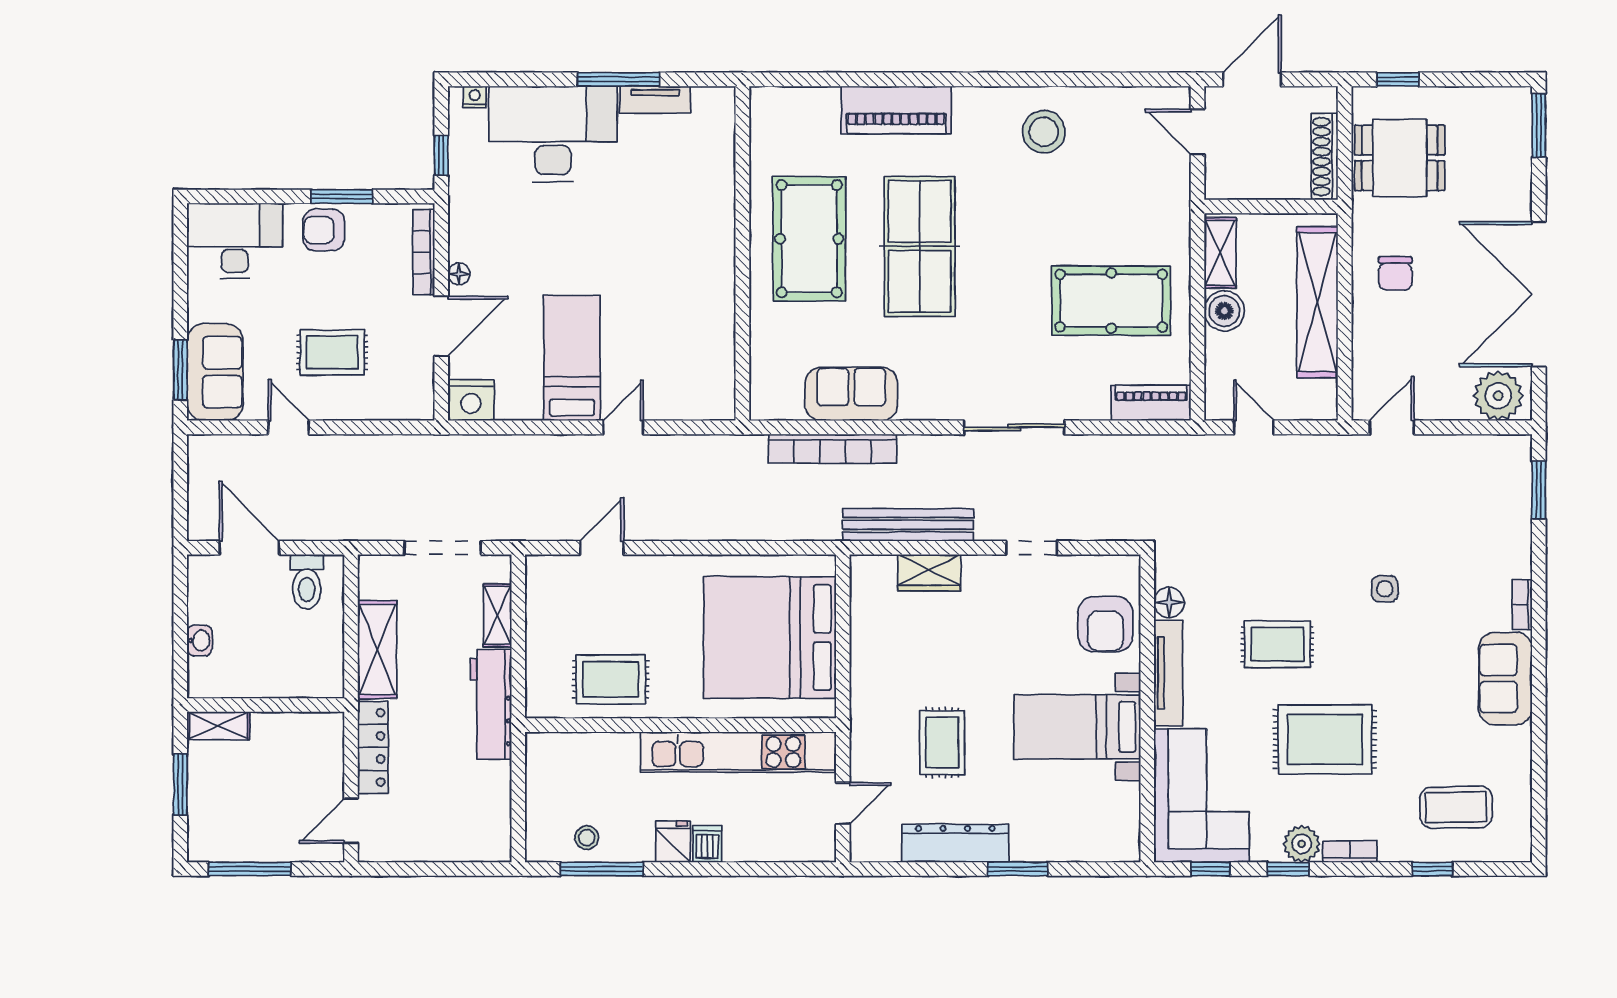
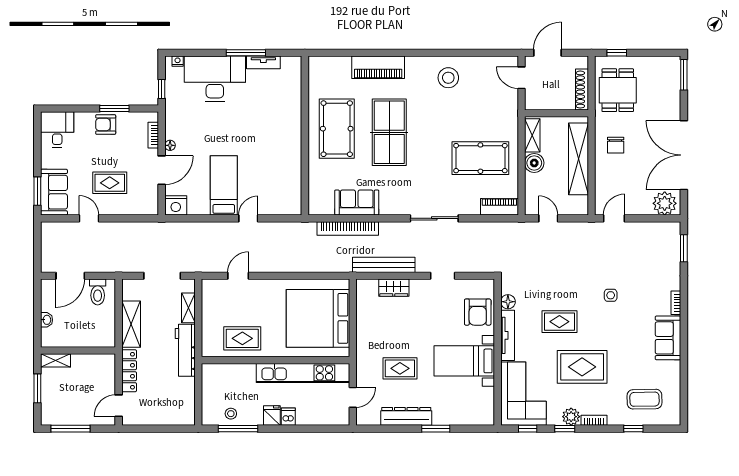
dining table: (1400, 158) -> (618, 90), turned 90
desk: (235, 241) -> (57, 130), width x0.73
bookcase: (424, 252) -> (153, 135), width x0.64
door: (249, 548) -> (70, 276), swing flipped
rug: (942, 743) -> (400, 368), turned 90

